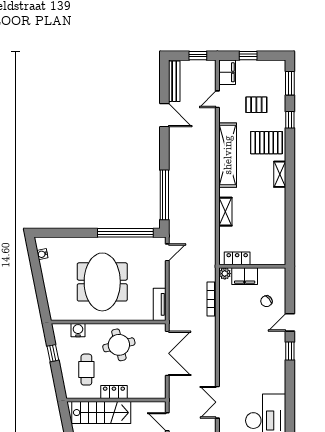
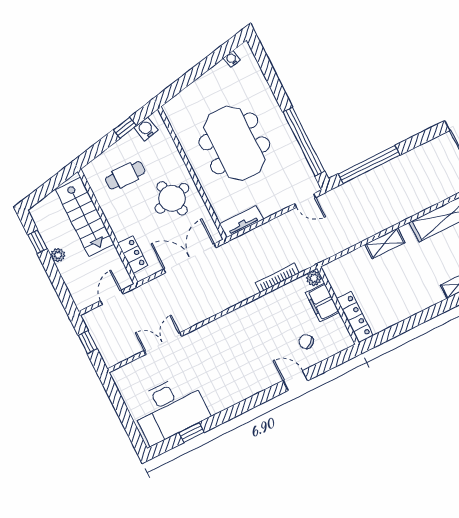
locker: (237, 258) -> (355, 317), moved, width x1.53
meeting table: (102, 282) -> (234, 143), turned 90
water cooler: (78, 330) -> (146, 129), moved, turned -101
window: (290, 351) -> (192, 433), moved
double door: (167, 353) -> (190, 258), swing flipped
locker: (114, 392) -> (133, 254), moved

